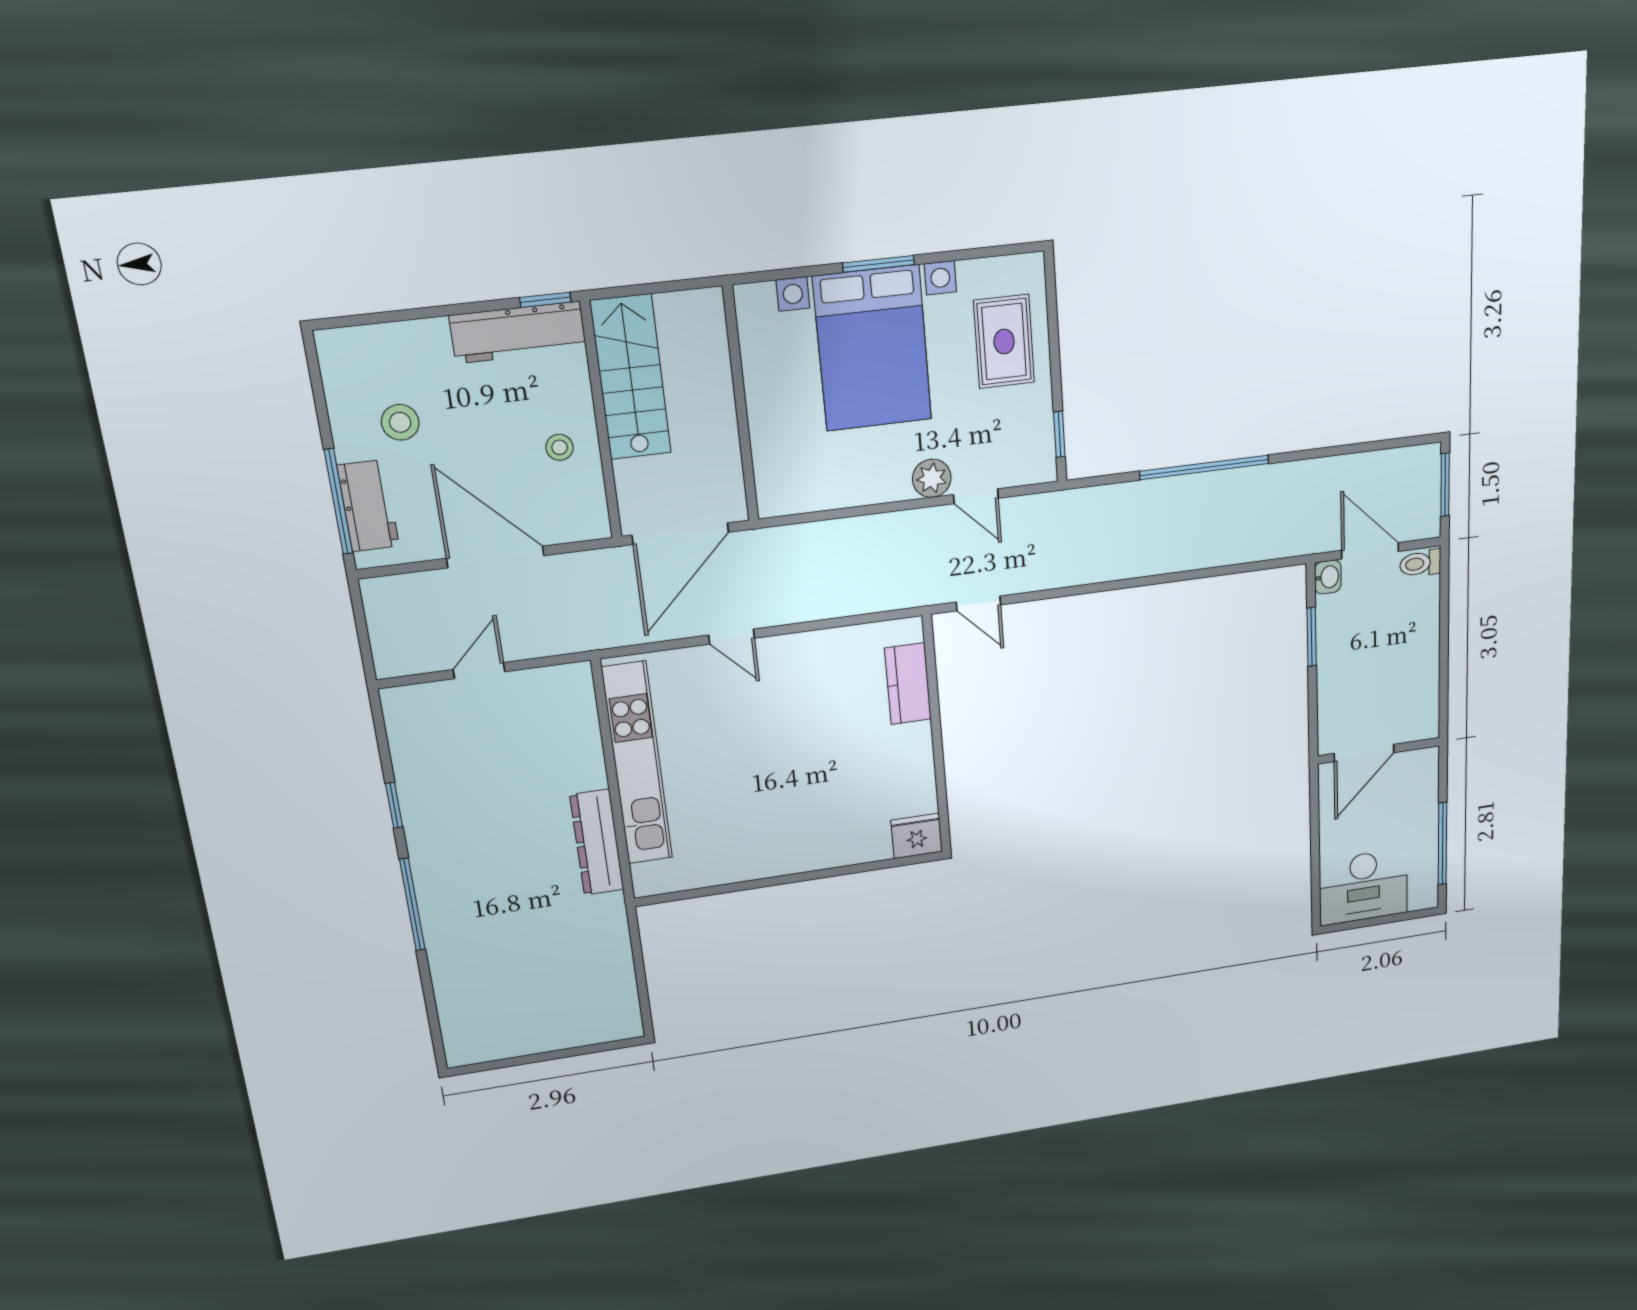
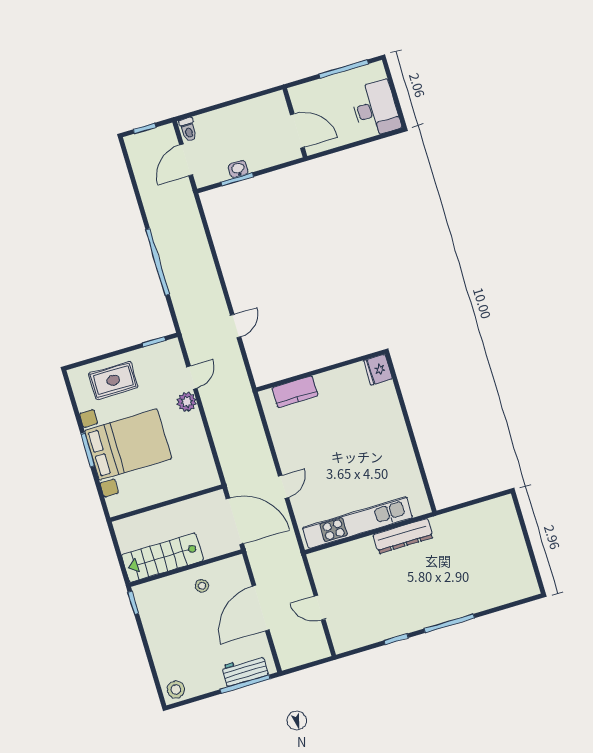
workbench: (518, 332) -> (151, 613), removed
stool: (400, 422) -> (176, 690), moved
window: (1445, 485) -> (145, 128), width x0.67
washbasin: (1328, 577) -> (238, 169), moved
door: (978, 604) -> (236, 326), moved

